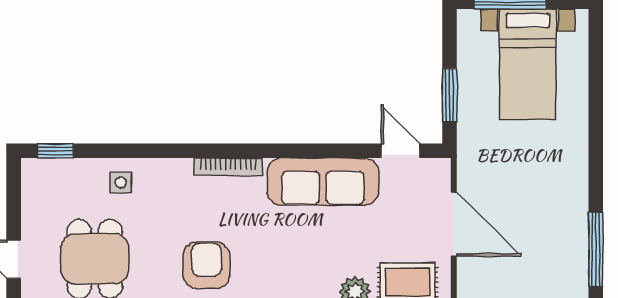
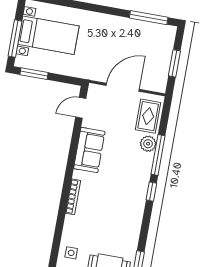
window: (450, 95) -> (34, 74), moved
sofa: (323, 182) -> (89, 150), width x0.73
armchair: (206, 265) -> (121, 217), removed

